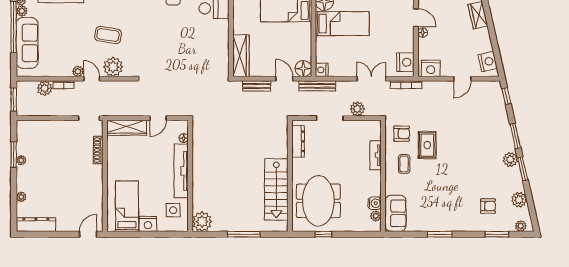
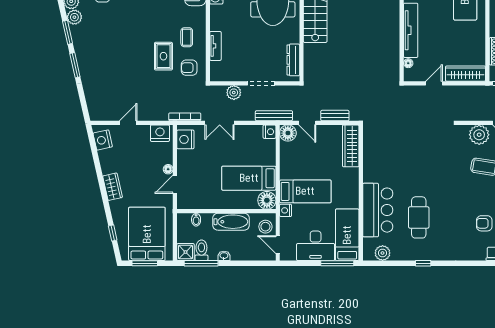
door: (416, 18) -> (175, 184), hinge flipped
window: (506, 96) -> (84, 105), removed
plant: (510, 160) -> (74, 17), moved

